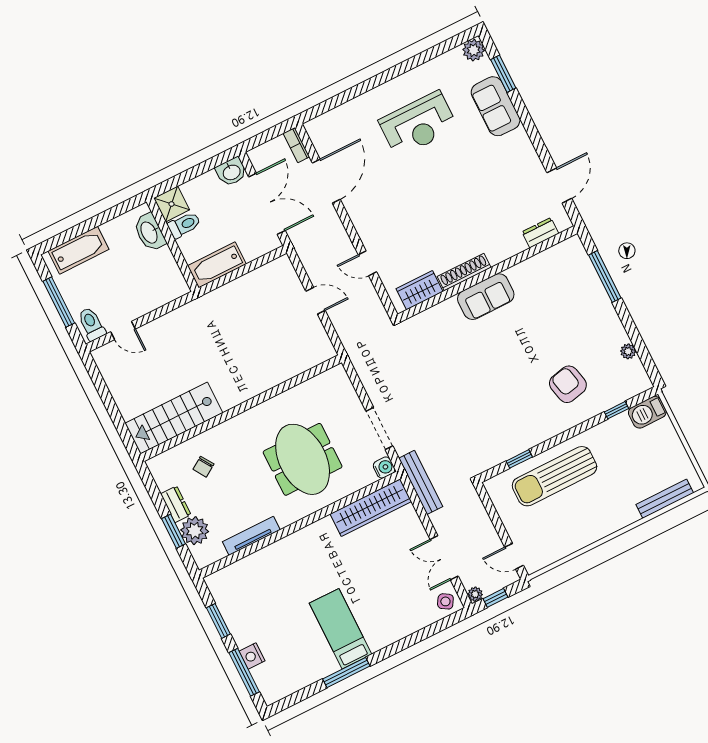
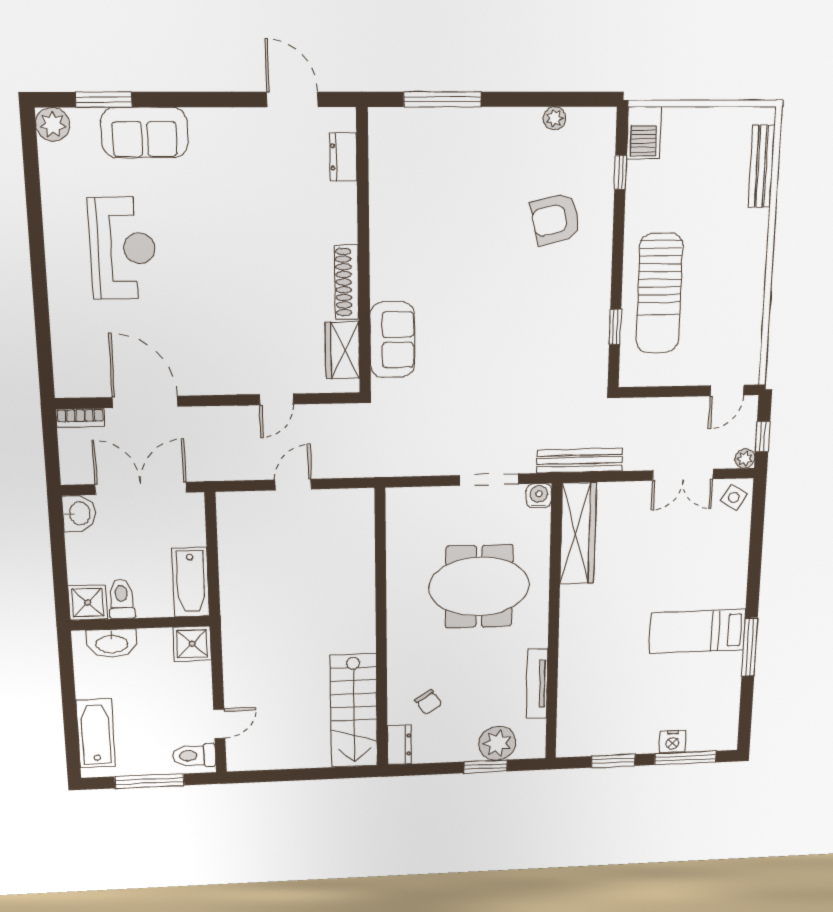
shower: (173, 286) -> (192, 644), added
sofa: (486, 297) -> (392, 340), moved
dresser: (176, 504) -> (399, 745), moved, turned 90

